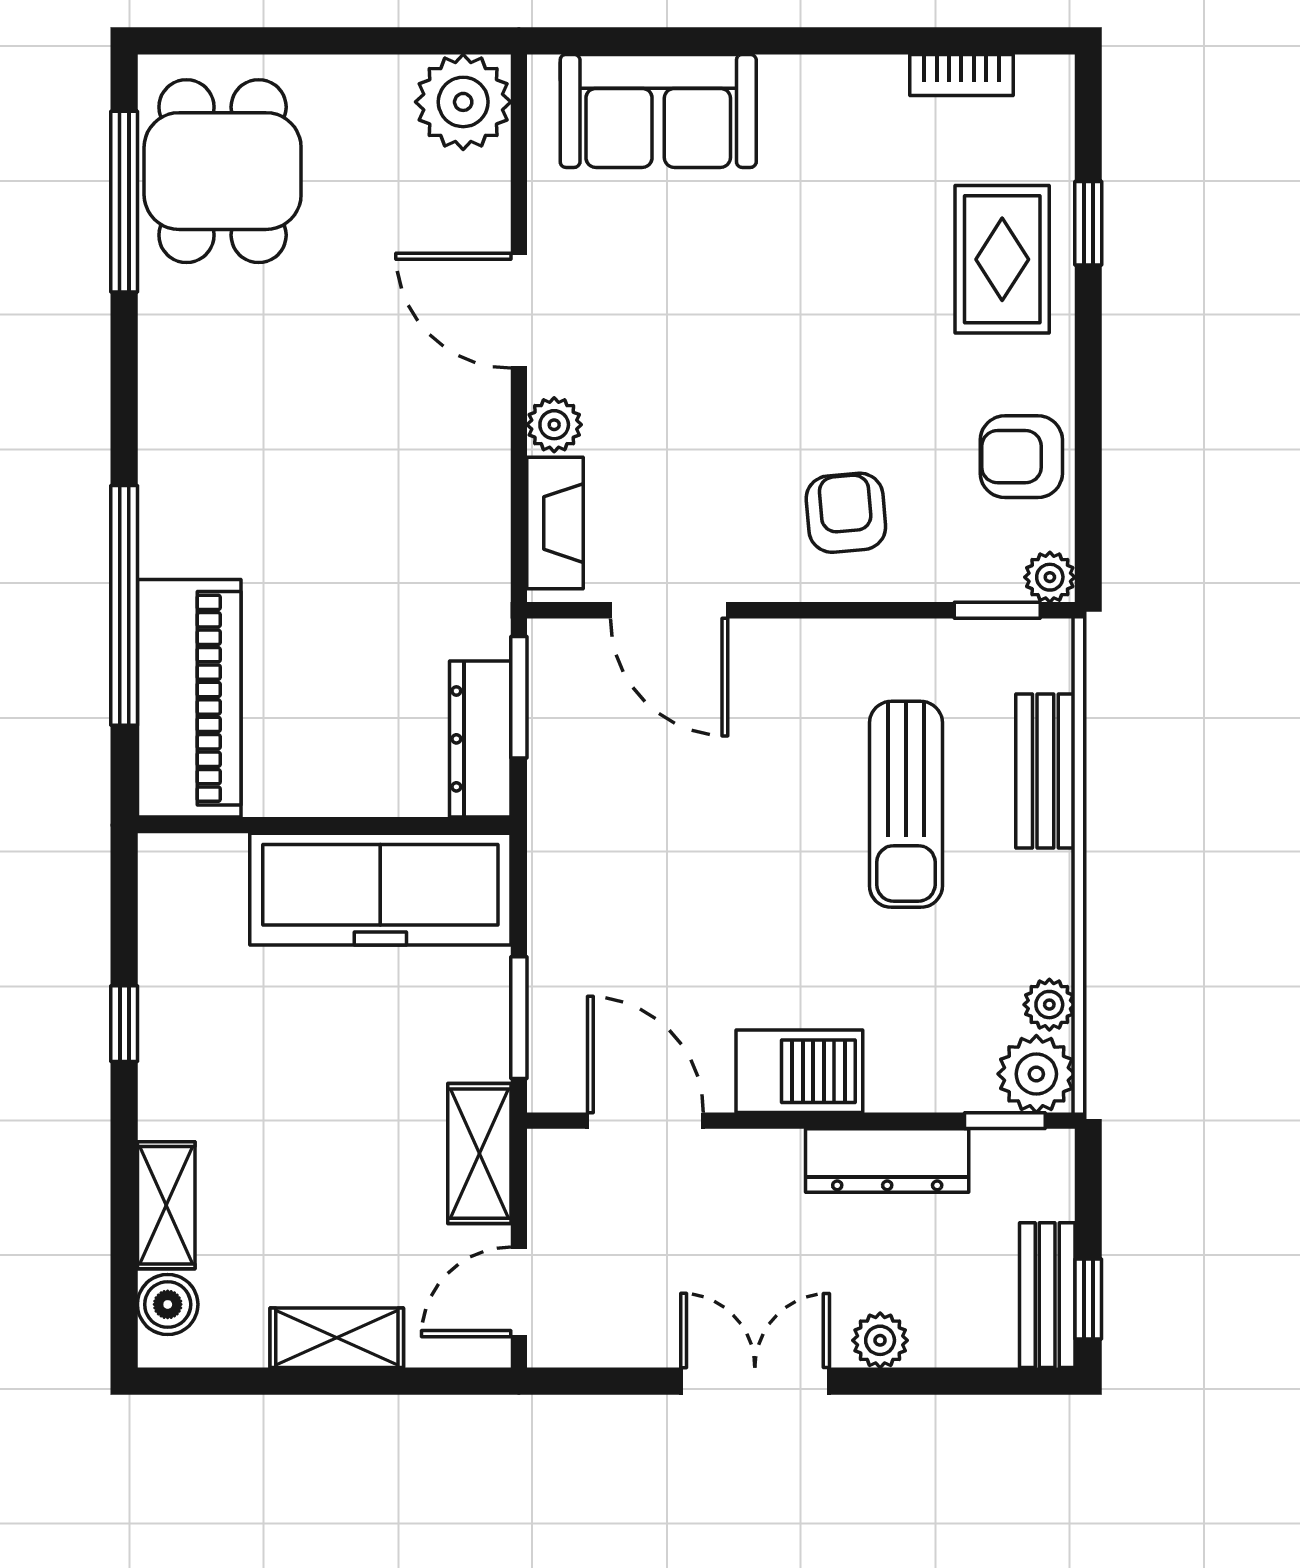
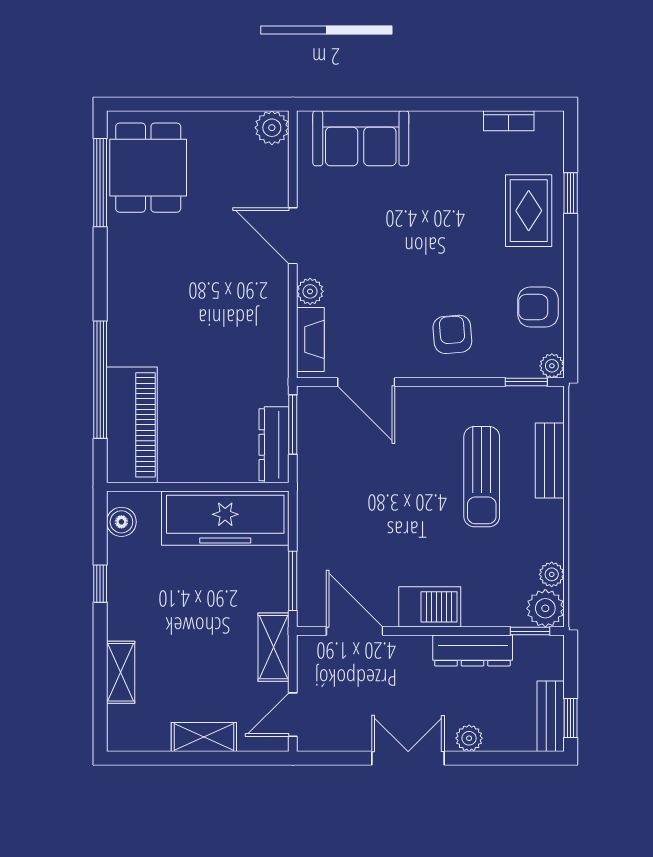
plant: (463, 102) -> (272, 128), width x0.73, depth x0.73
boiler: (168, 1304) -> (121, 522), moved

